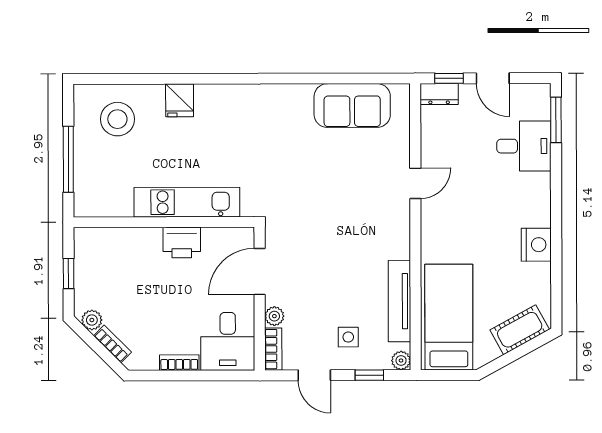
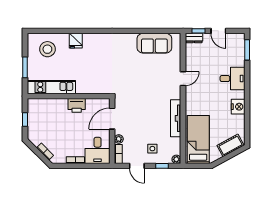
desk: (524, 146) -> (233, 79), moved
window: (68, 159) -> (25, 67), width x0.69
kitchen unit: (187, 202) -> (51, 87), moved
tv unit: (399, 301) -> (176, 118), moved
plant: (92, 320) -> (36, 141), removed

